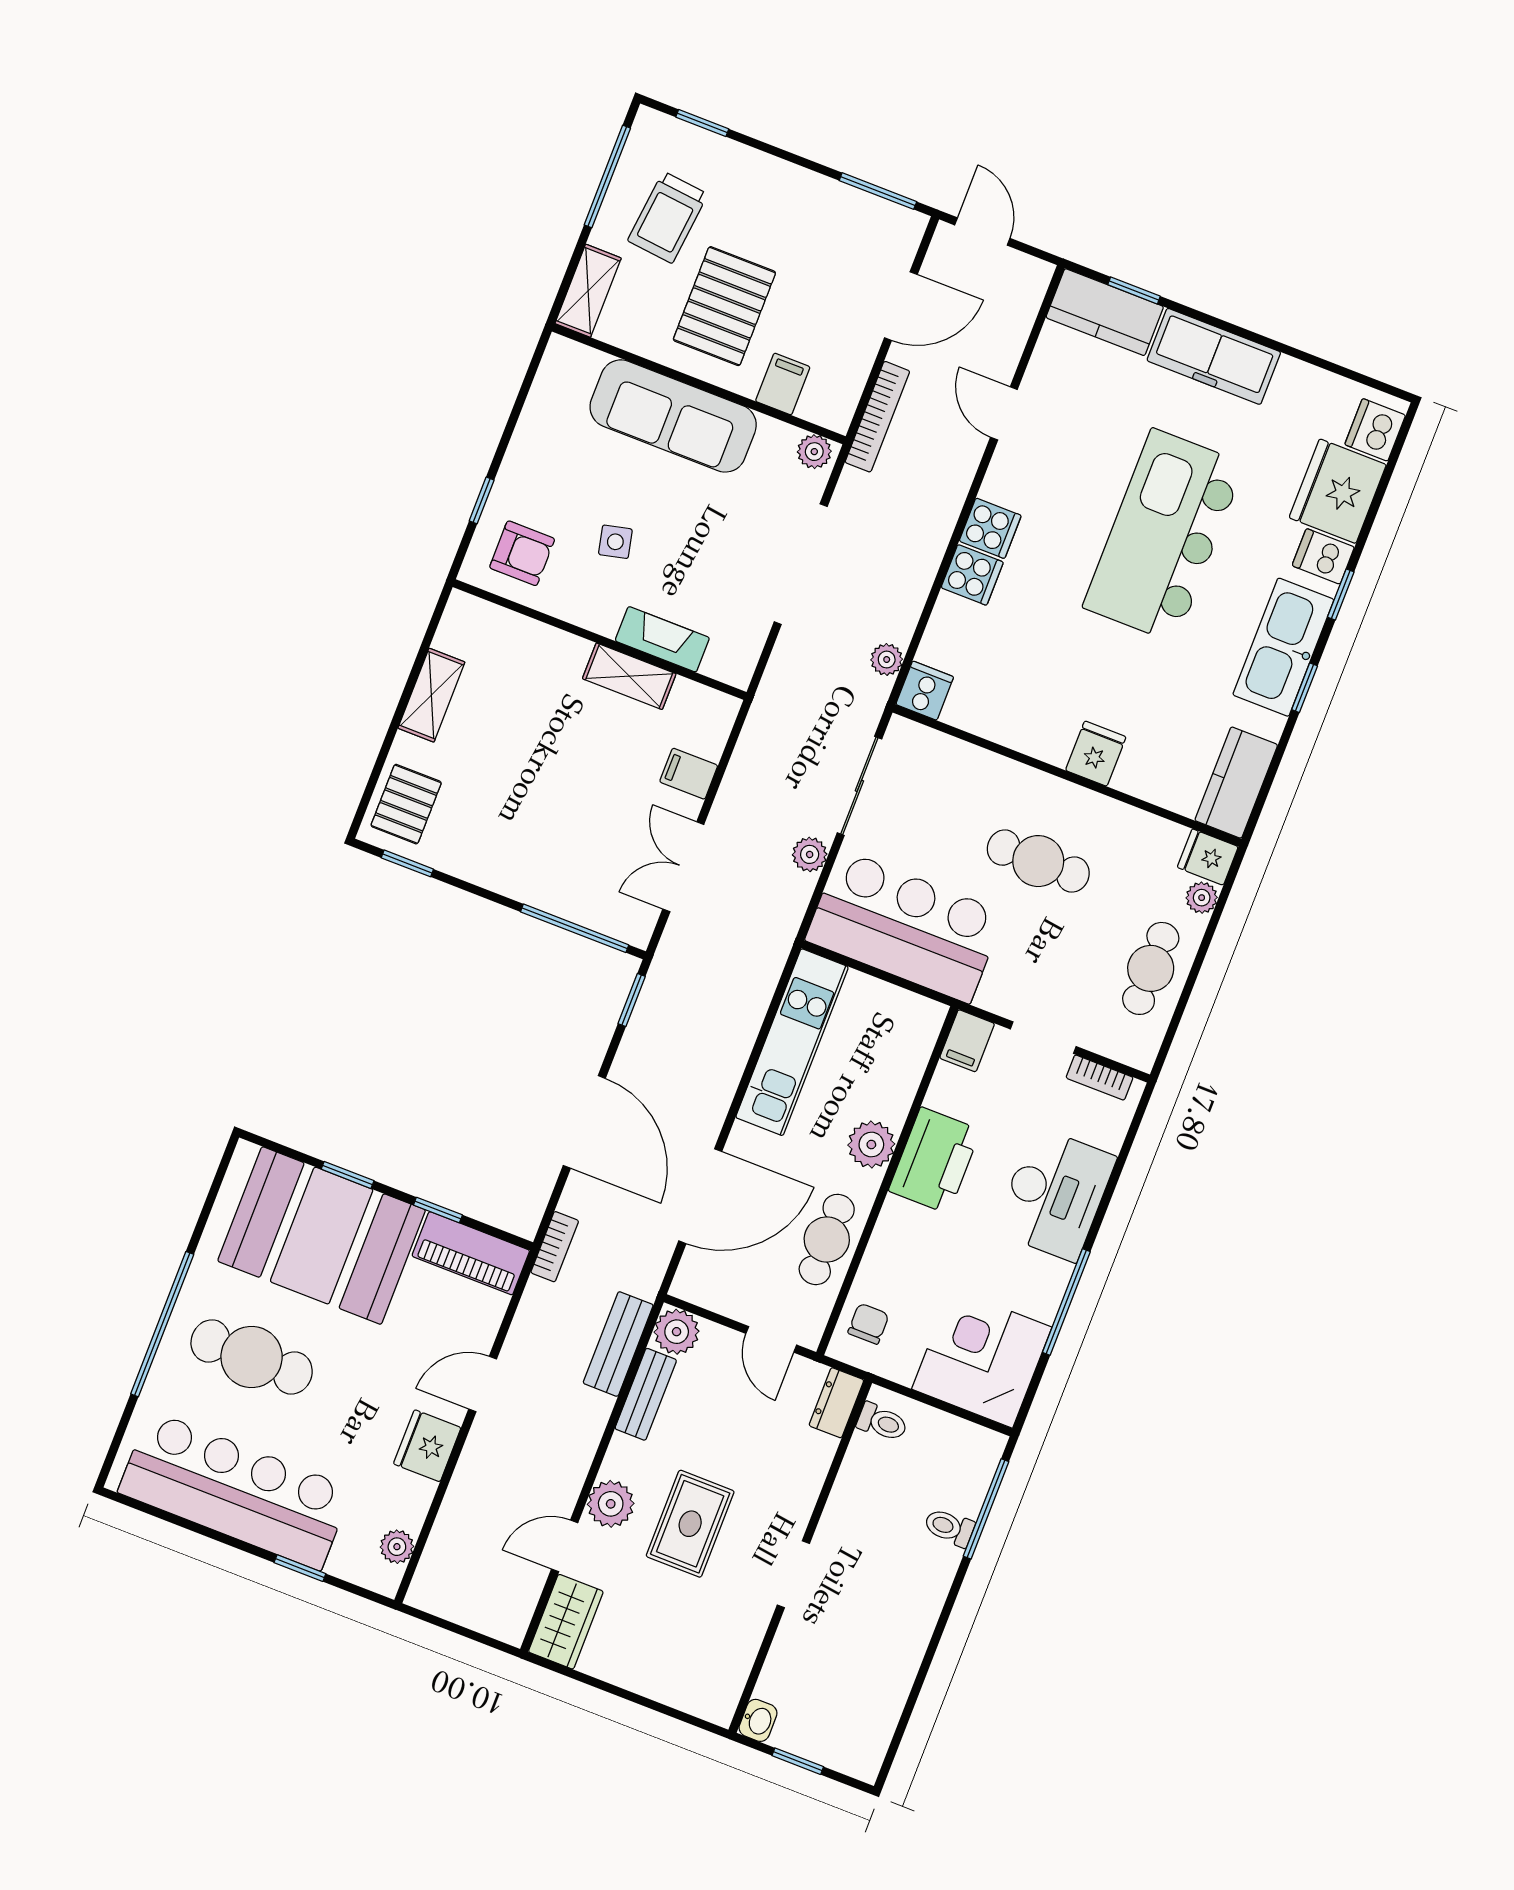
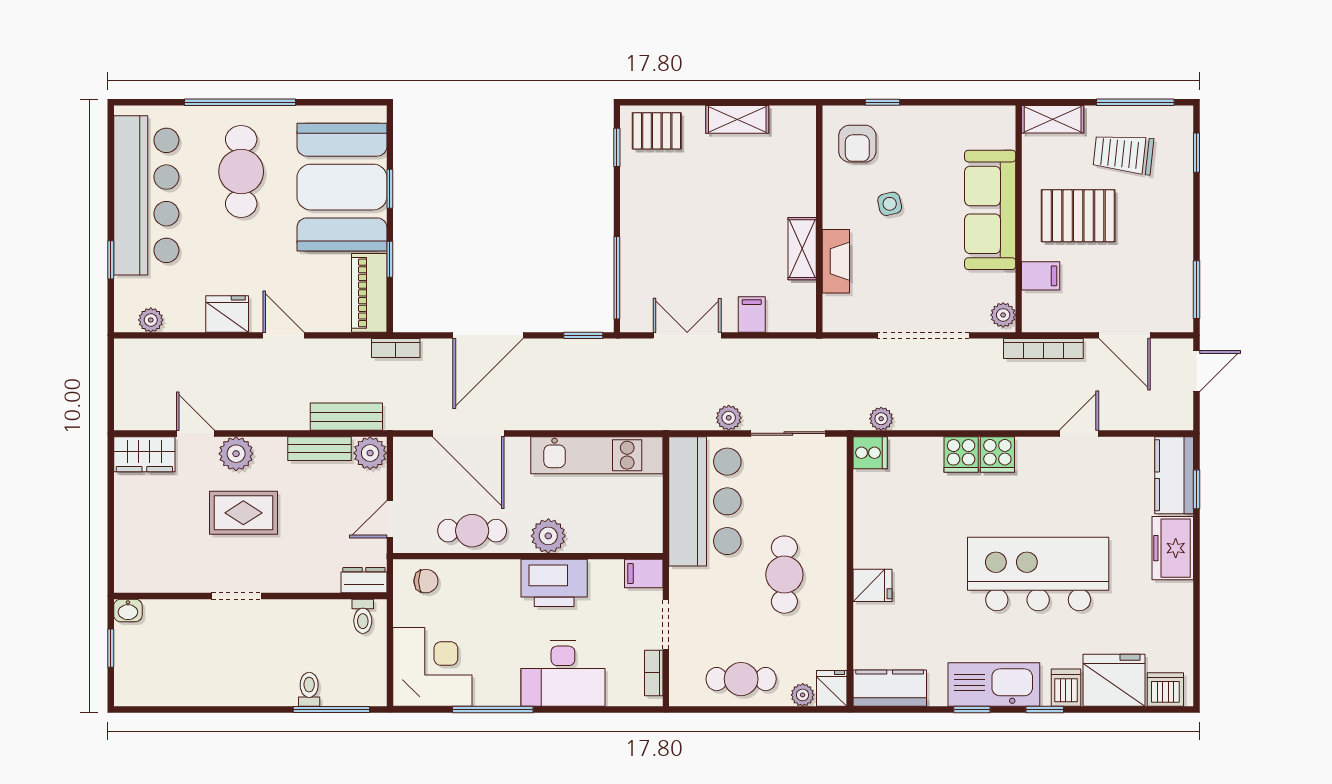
freezer: (1214, 356) -> (1173, 548), width x0.71

